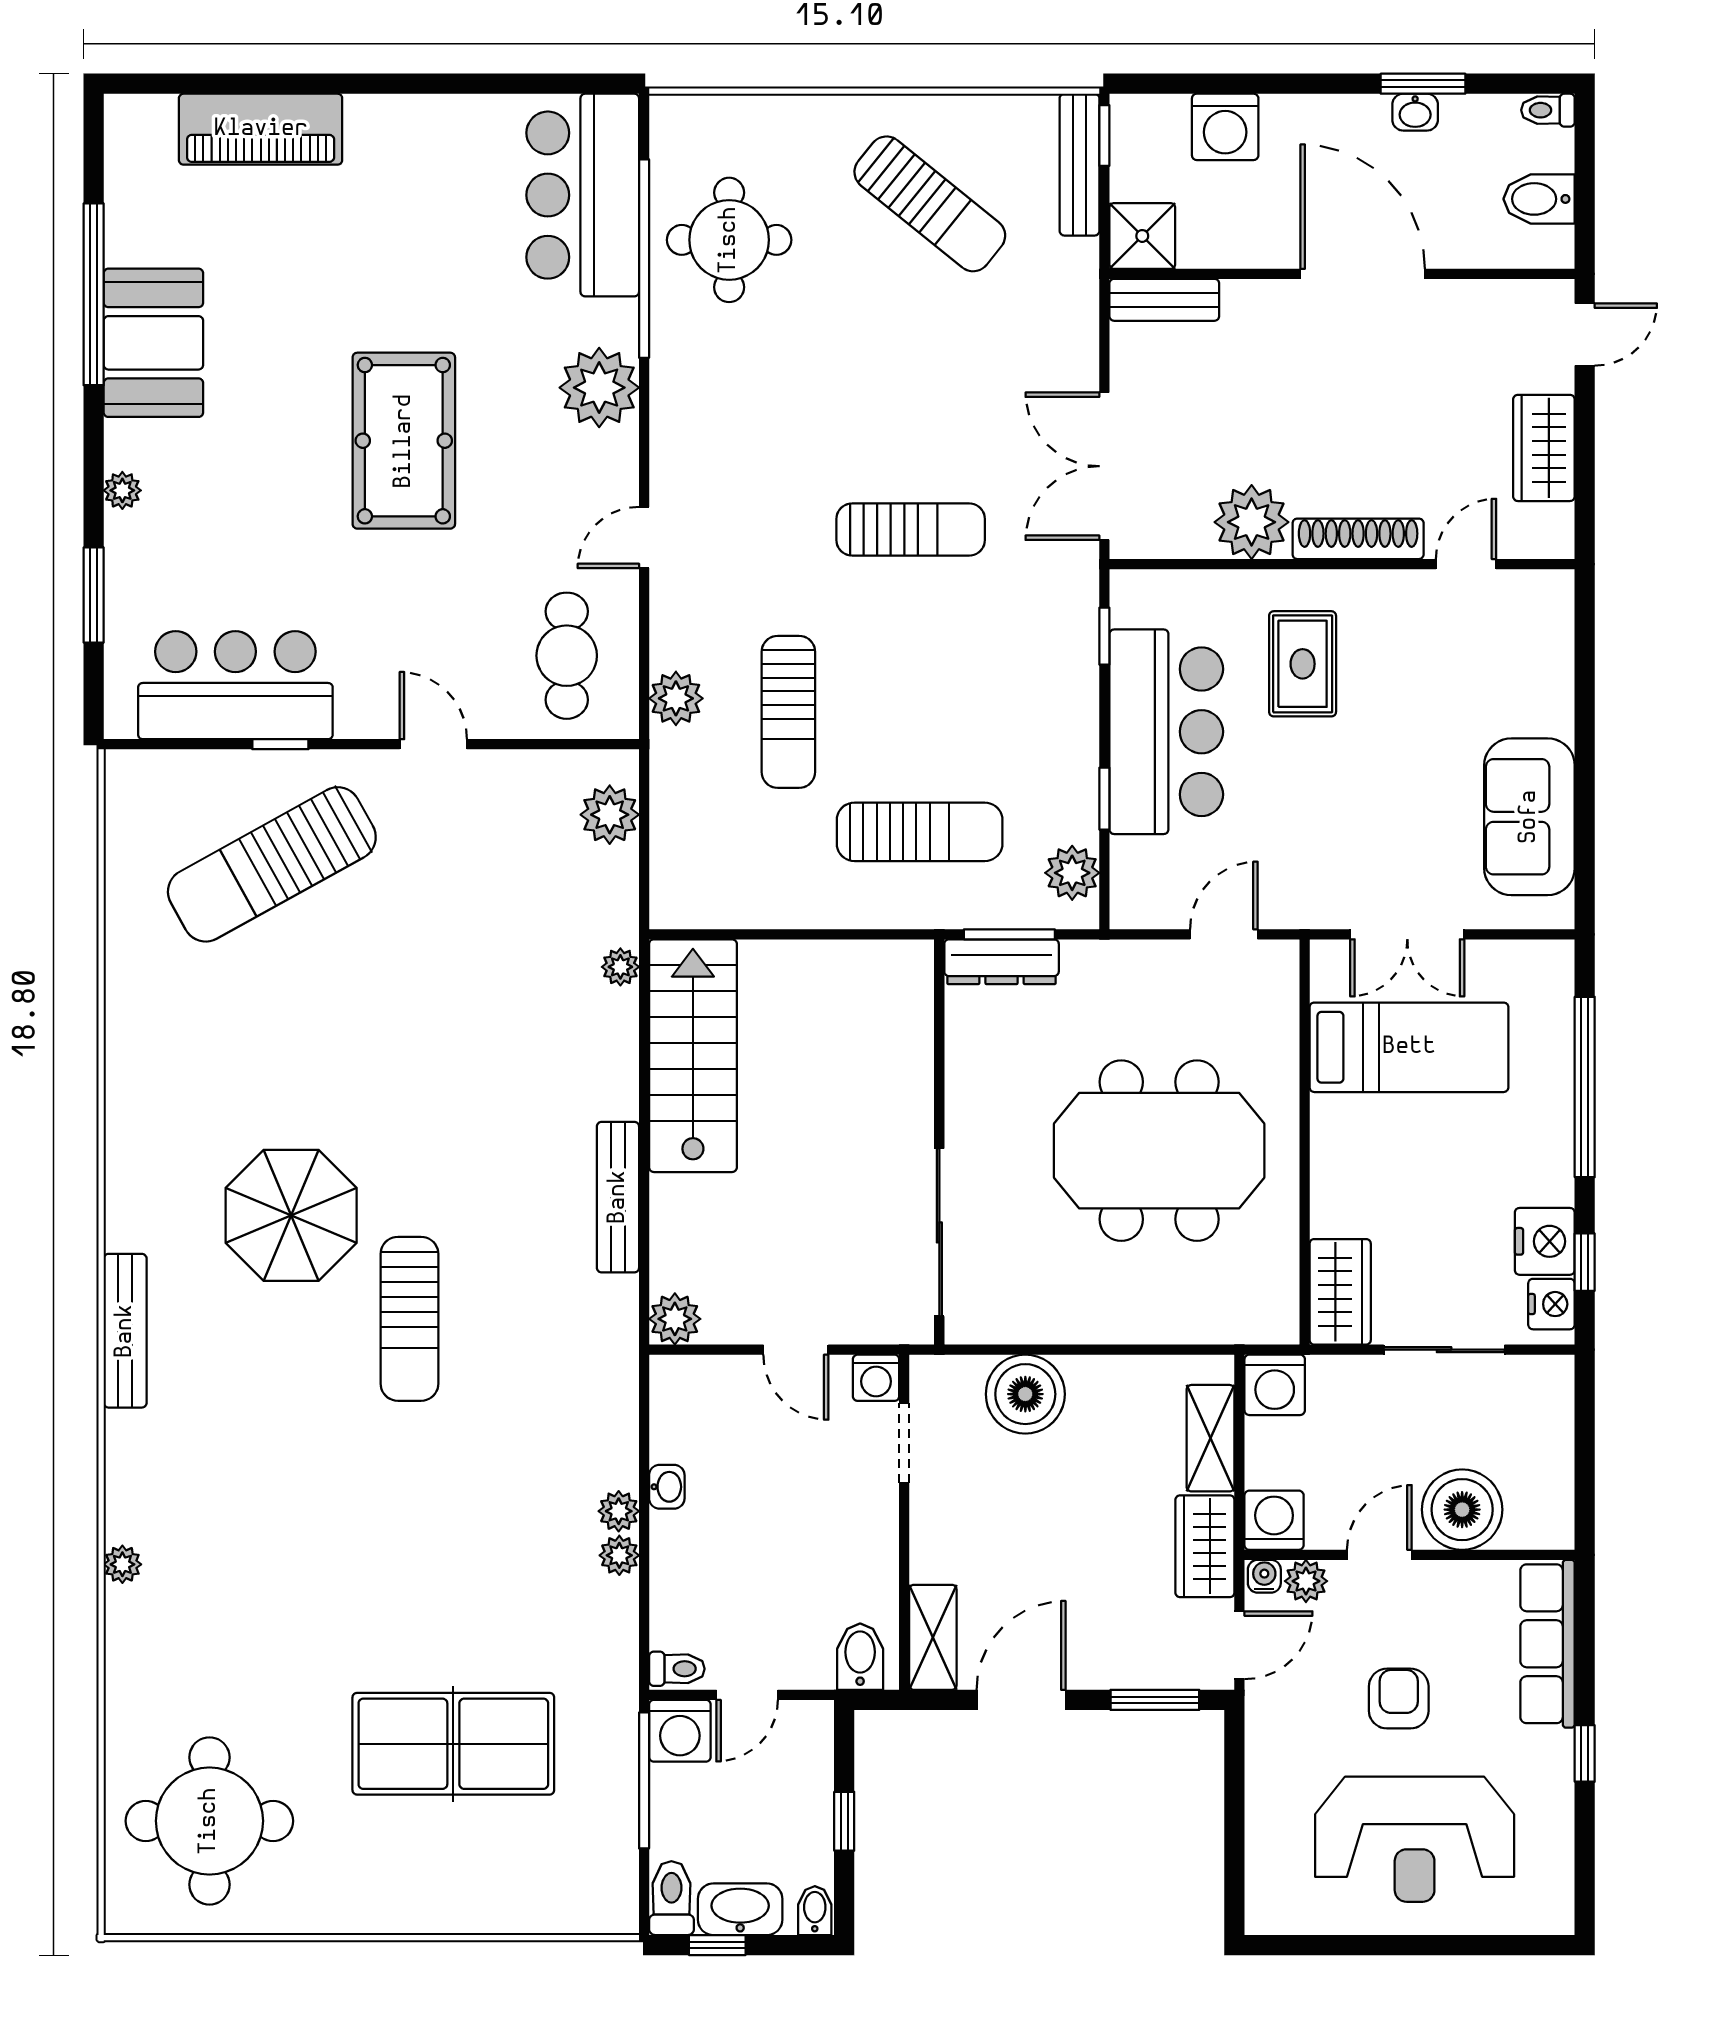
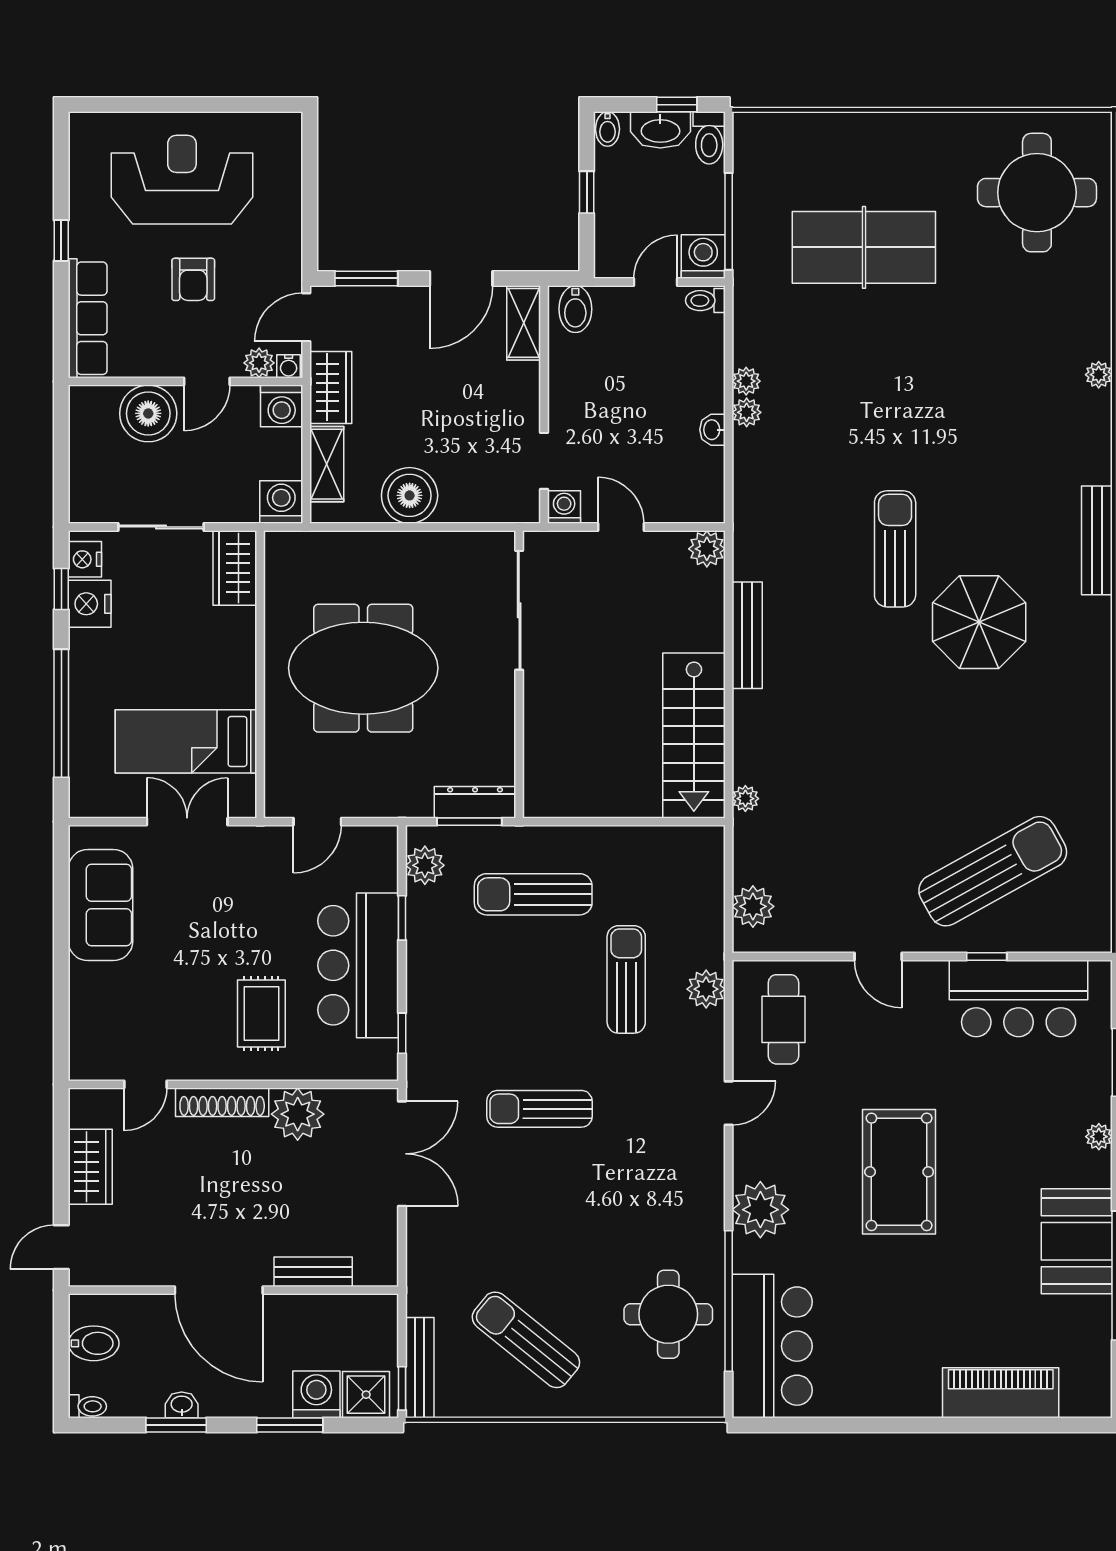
window: (1263, 84) -> (290, 1425), added
shower: (1142, 236) -> (366, 1395), moved
bench: (1164, 300) -> (313, 1272), moved
boiler: (1025, 1394) -> (410, 495), moved

